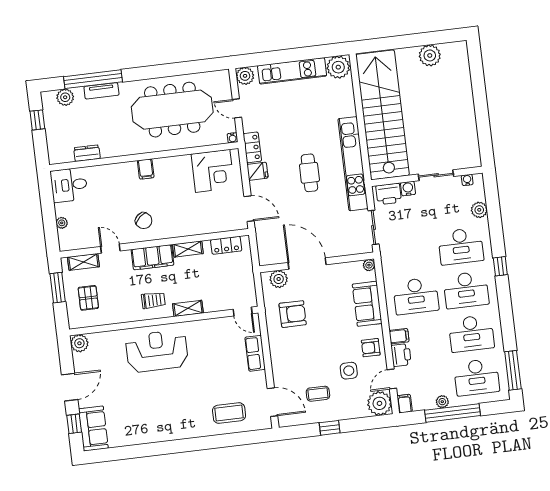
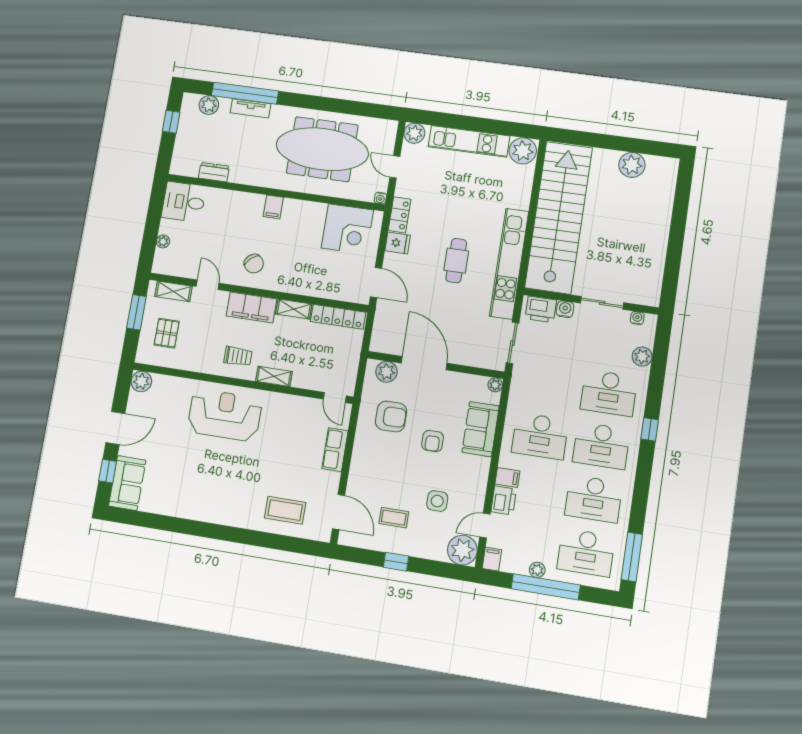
locker: (226, 245) -> (338, 317), width x1.53
armchair: (371, 348) -> (433, 441), moved, turned -90

